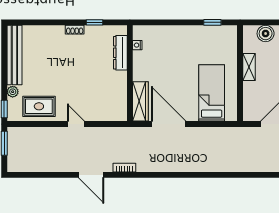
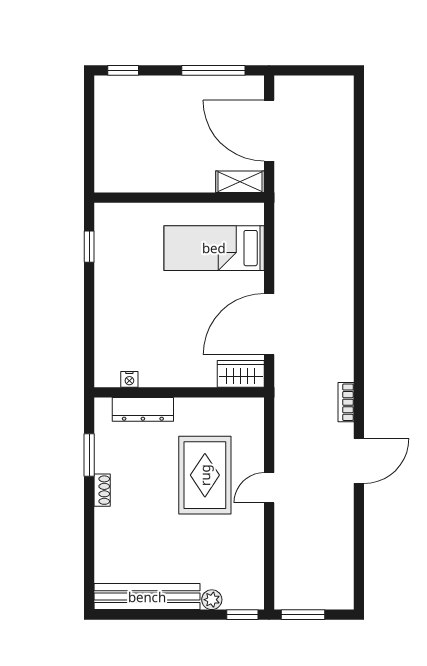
window: (95, 22) -> (89, 455), width x1.50
boiler: (266, 34) -> (109, 153), removed
shelving: (249, 67) -> (240, 182), moved
wardrobe: (140, 101) -> (241, 374), width x0.67
rug: (39, 106) -> (205, 475), moved, width x1.36, depth x1.43

